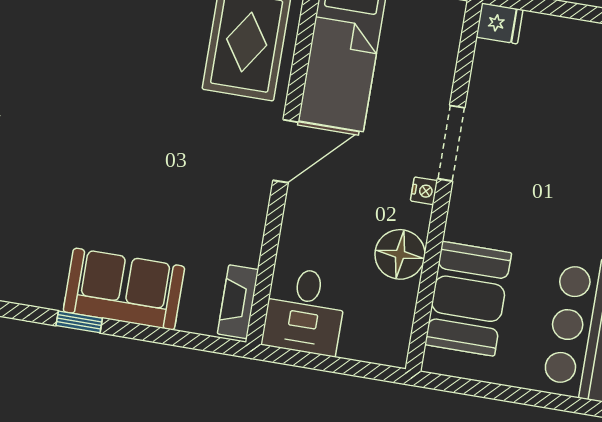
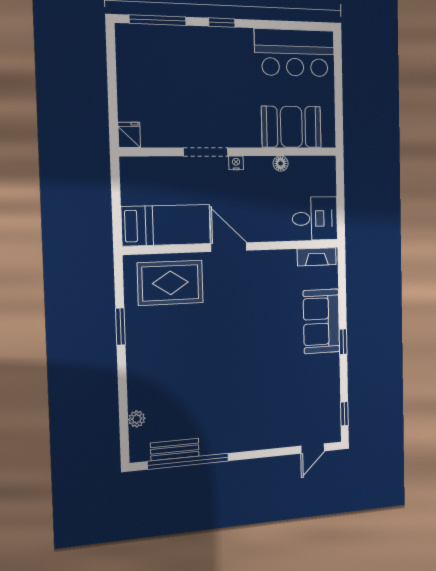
floor lamp: (400, 254) -> (281, 163), width x0.53, depth x0.53

